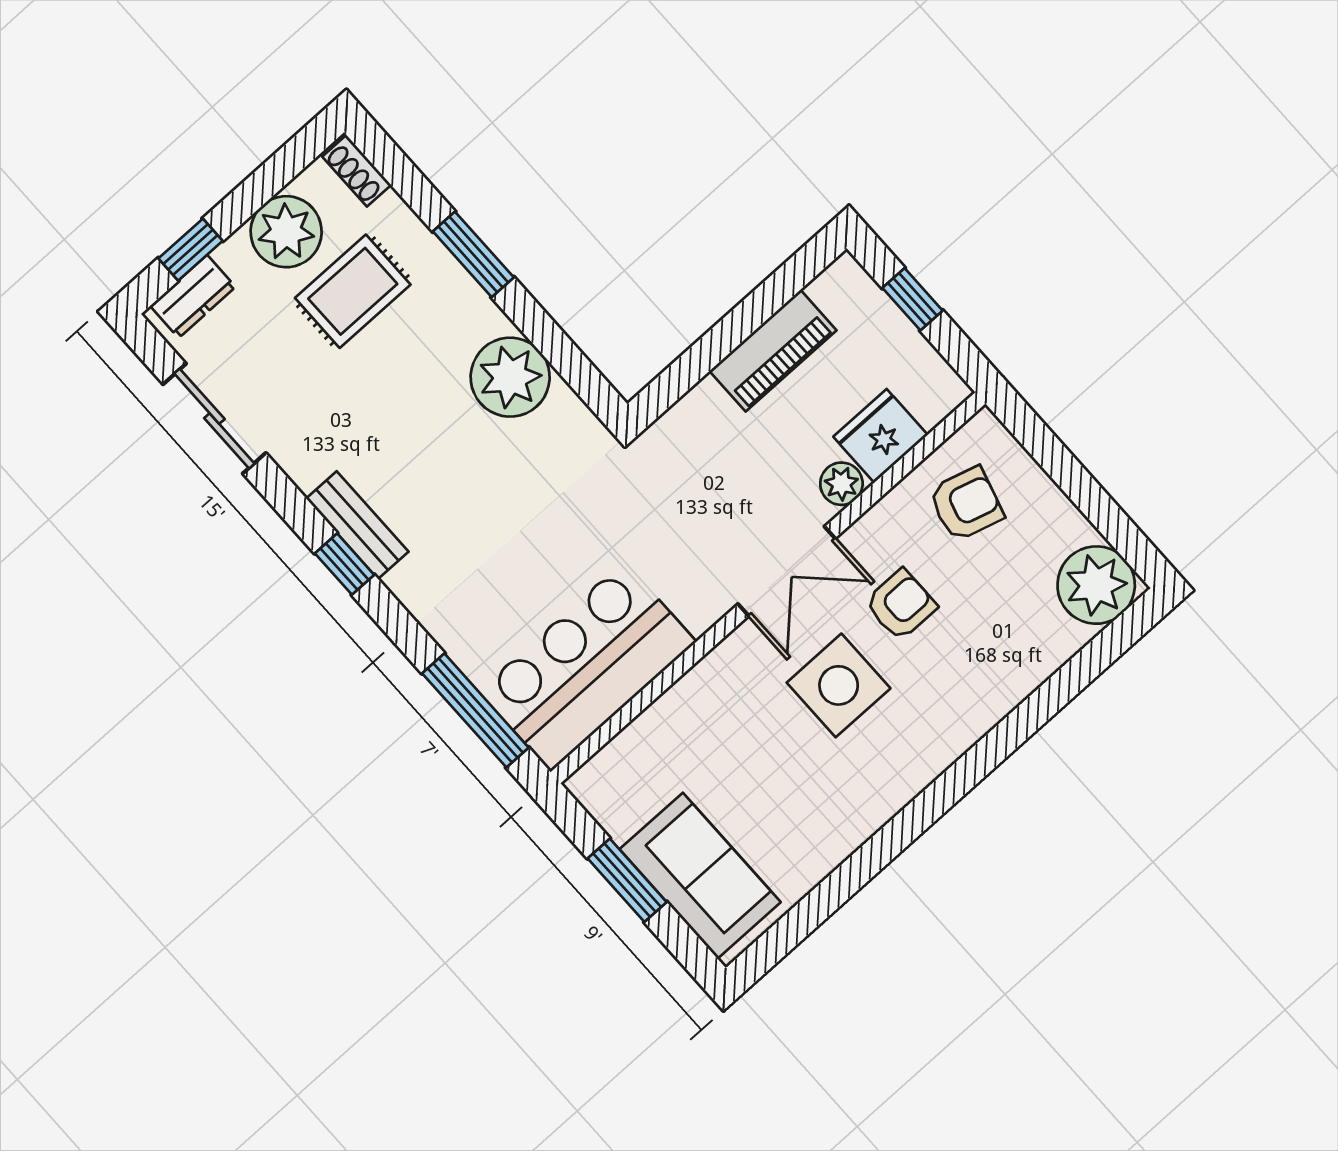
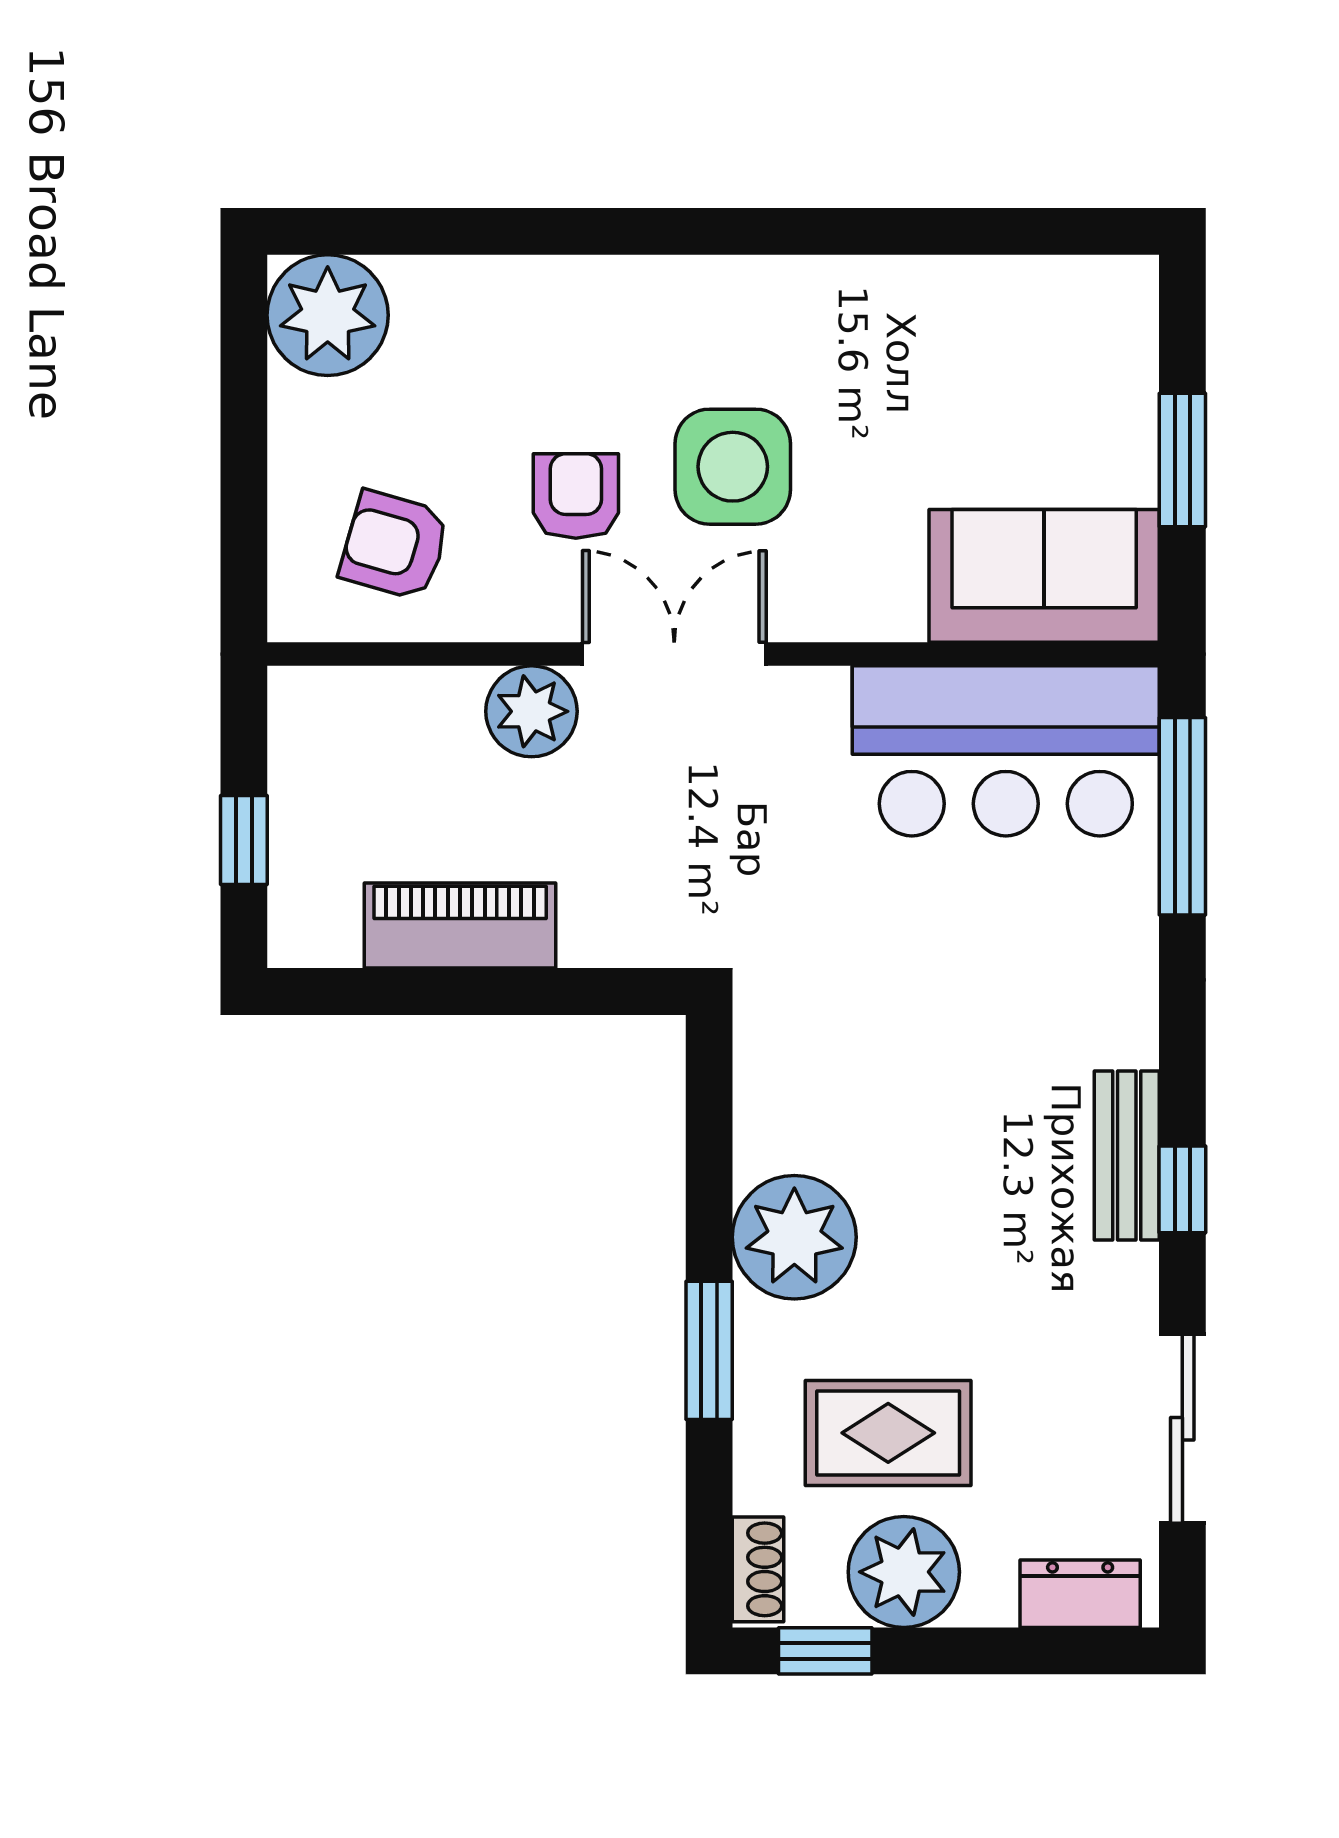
window: (191, 250) -> (825, 1651), moved
plant: (510, 377) -> (794, 1237), moved
fridge: (881, 436) -> (423, 714), removed
plant: (841, 484) -> (531, 711), width x1.38, depth x1.38
window: (344, 564) -> (1182, 1189), moved
armchair: (901, 605) -> (576, 496), turned 90
sofa: (700, 876) -> (1044, 576), moved, turned 90

